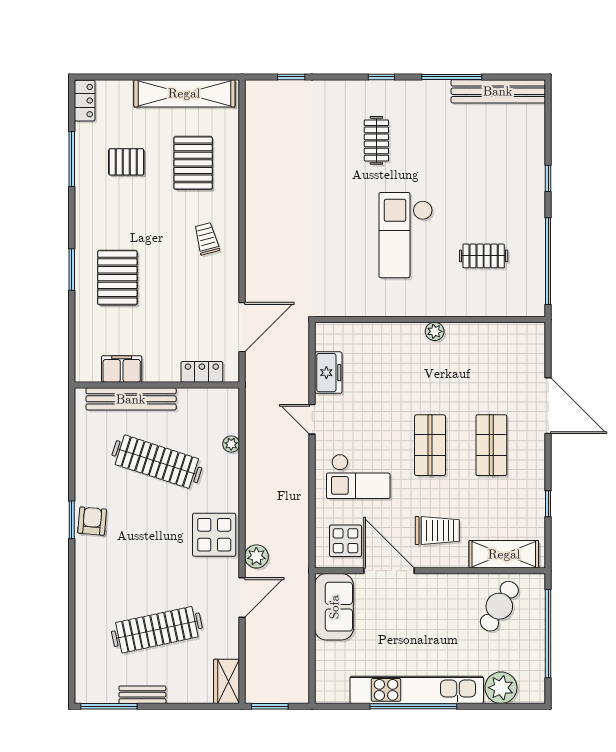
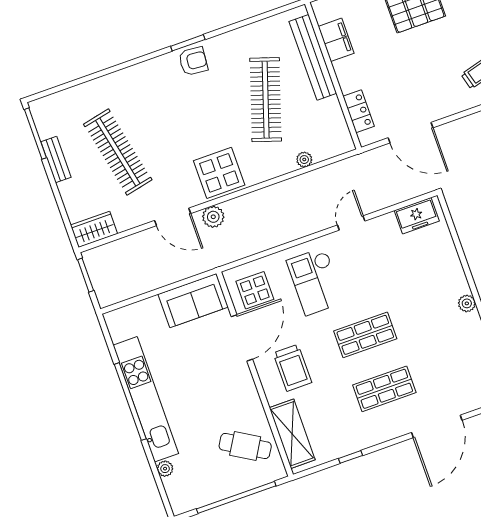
freezer: (328, 373) -> (417, 216), moved
plant: (501, 688) -> (165, 469), width x0.53, depth x0.53

